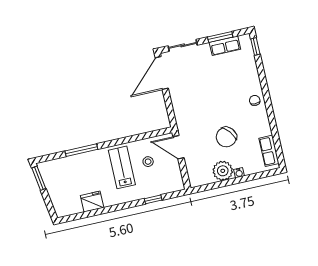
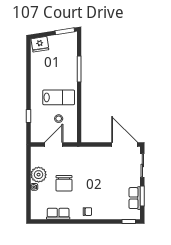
chair: (226, 137) -> (64, 183), turned -141
door: (178, 147) -> (54, 145), moved
row of seats: (269, 151) -> (58, 214), moved
fridge: (92, 202) -> (40, 44), moved, turned 81

